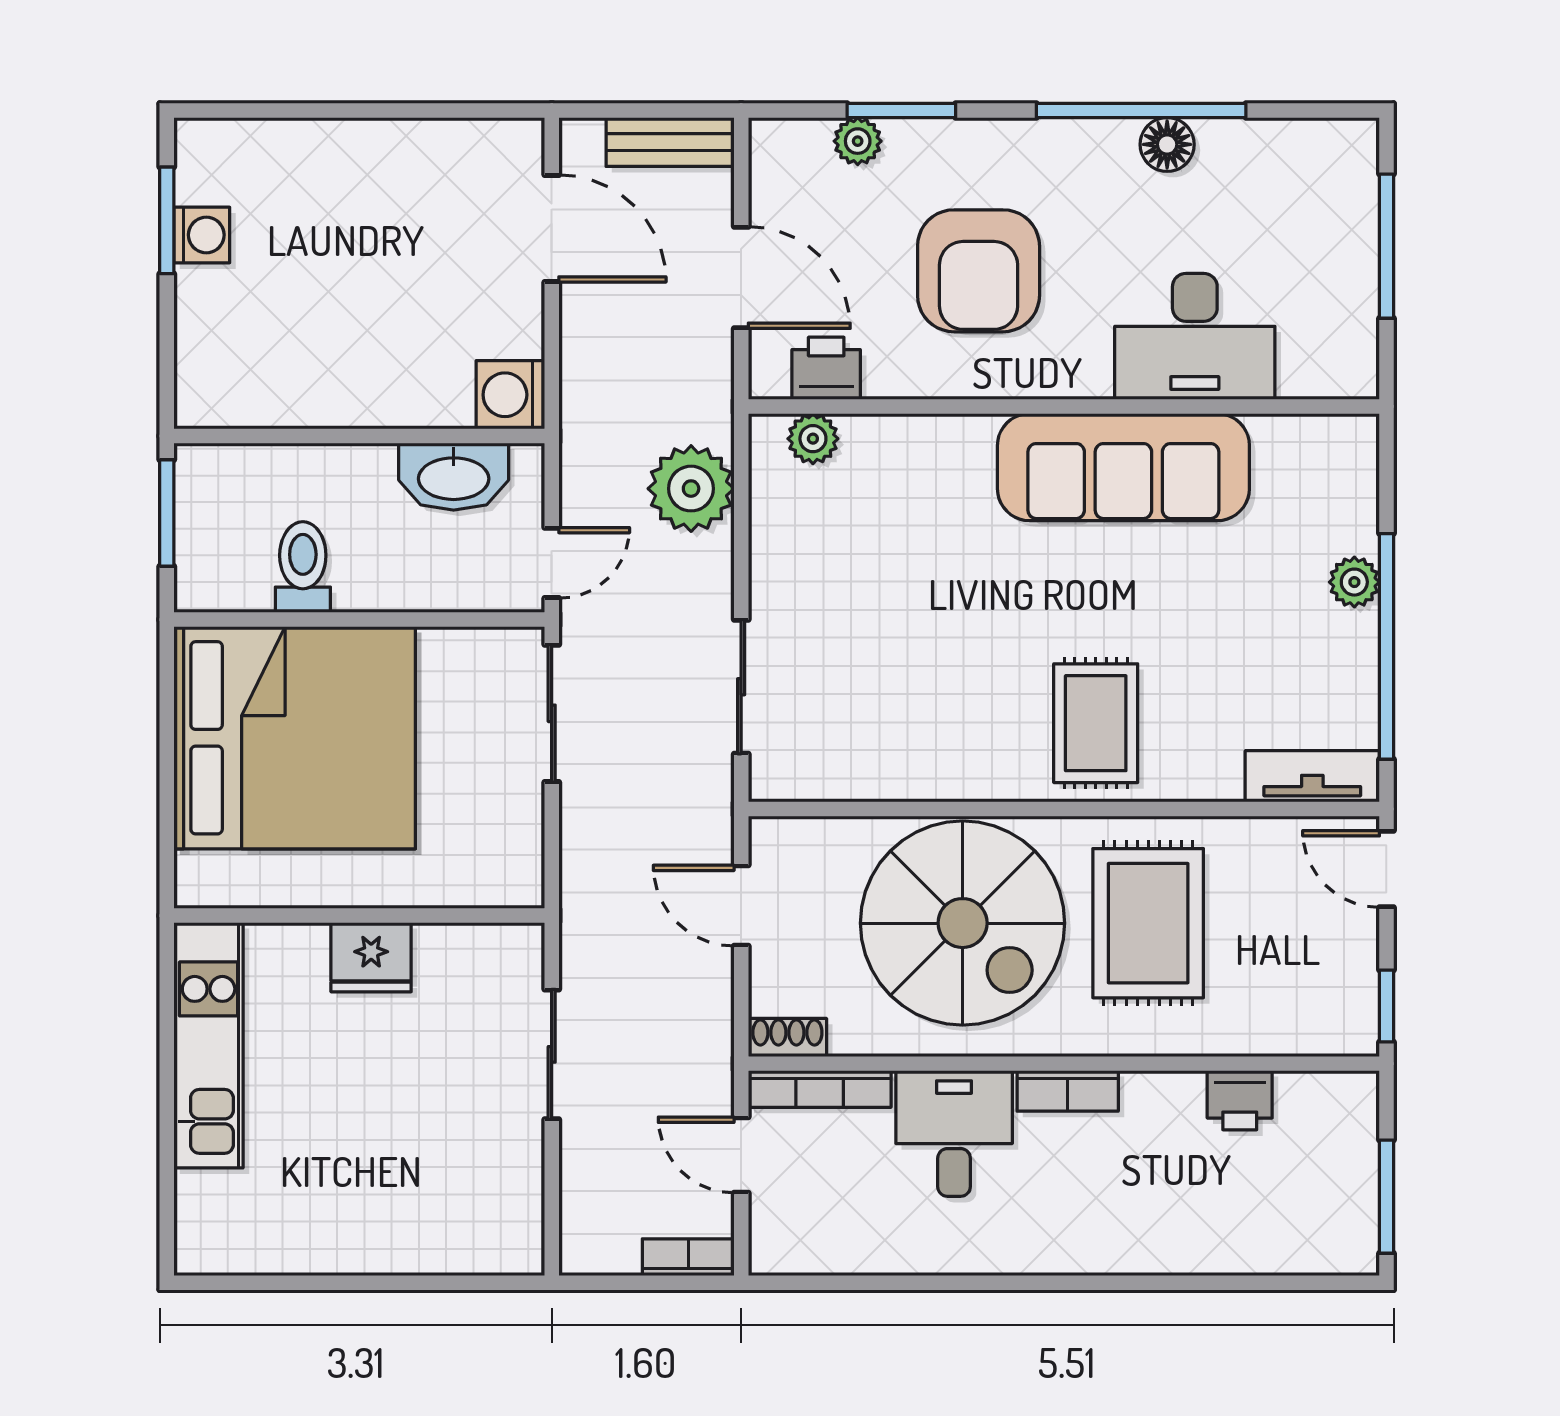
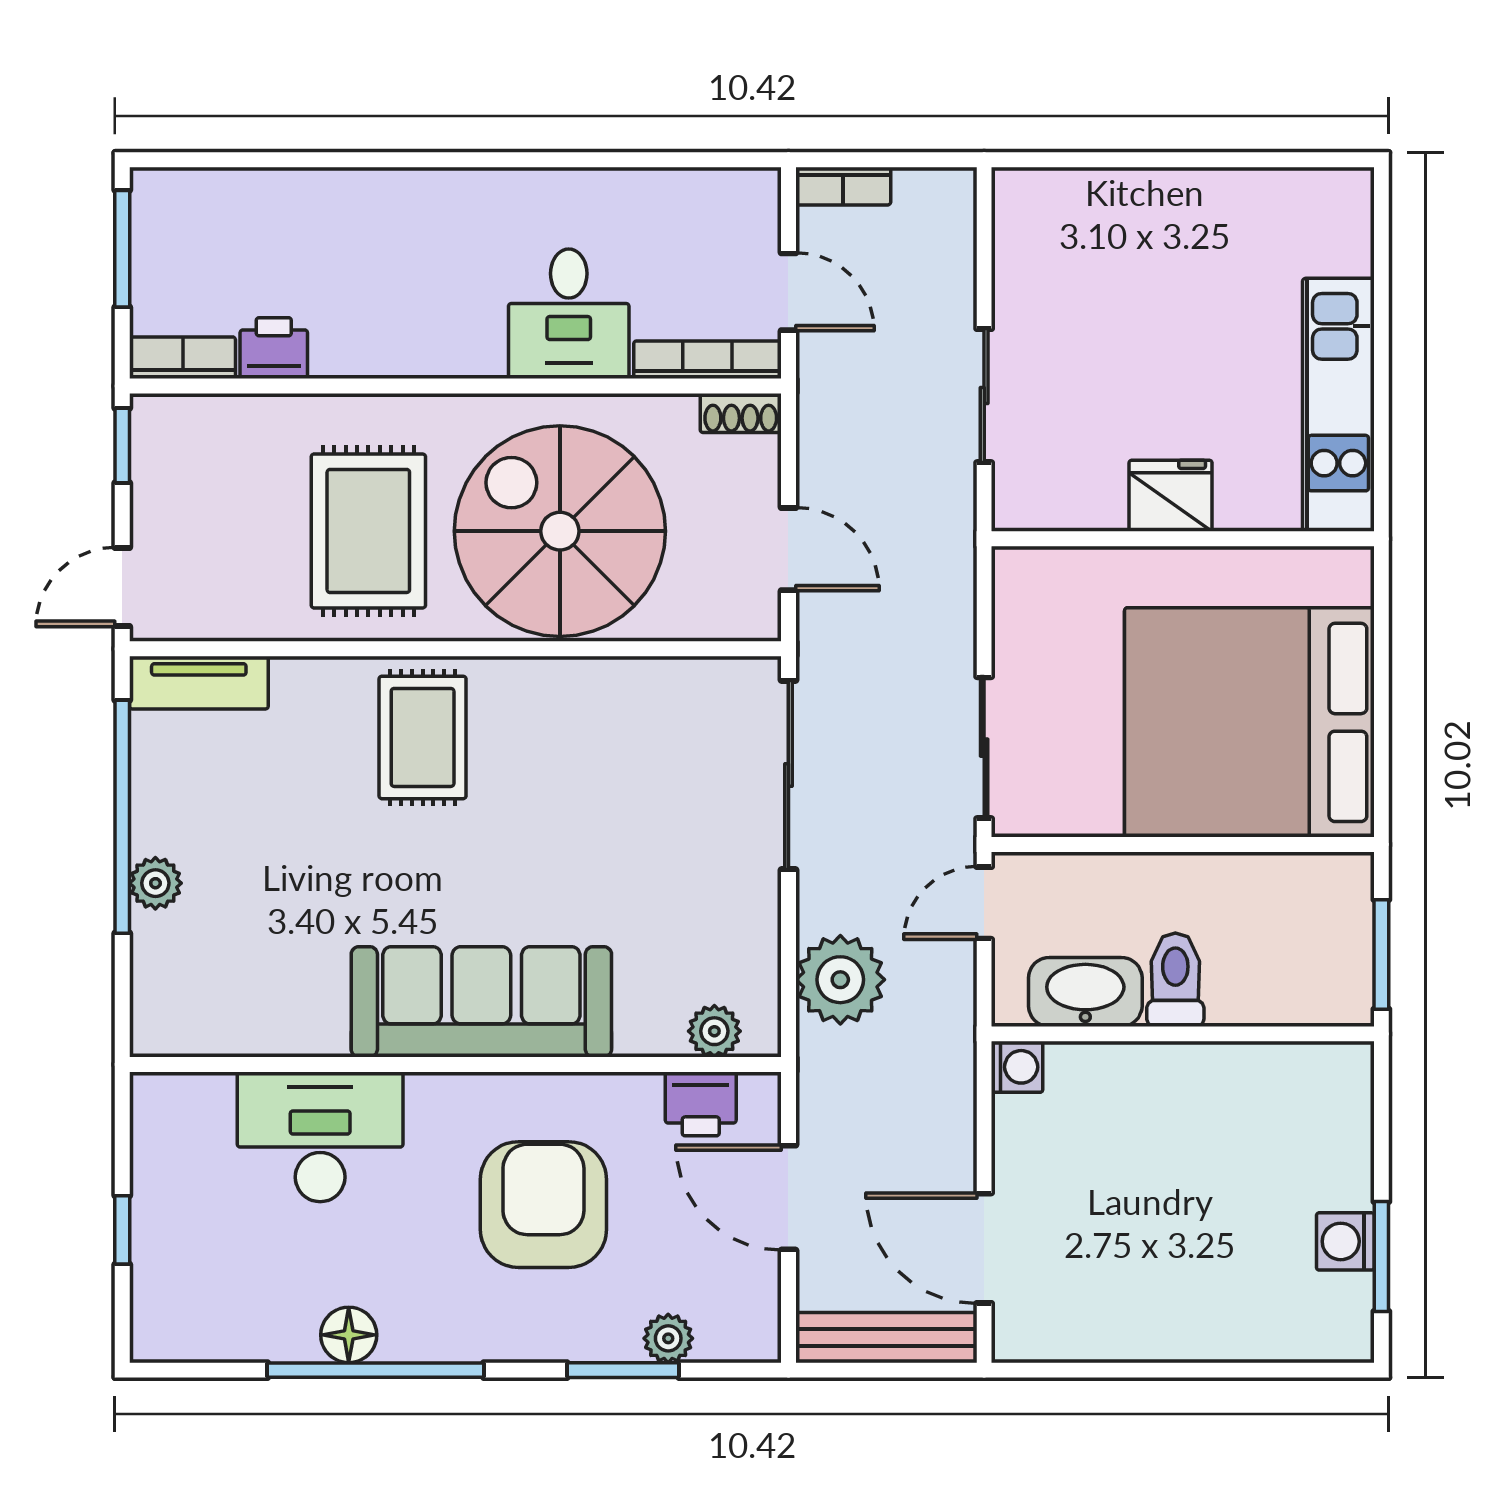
bench: (670, 142) -> (886, 1338), width x1.36
window: (1386, 246) -> (122, 1230), width x0.46
washing machine: (510, 395) -> (1017, 1067), width x0.73, depth x0.73
sofa: (1123, 467) -> (481, 1002), moved
toilet: (303, 567) -> (1175, 980), moved, turned 180
sliding door: (741, 687) -> (788, 775), width x1.37
door: (1386, 869) -> (122, 587), swing flipped
bookcase: (1068, 1091) -> (183, 358), moved

